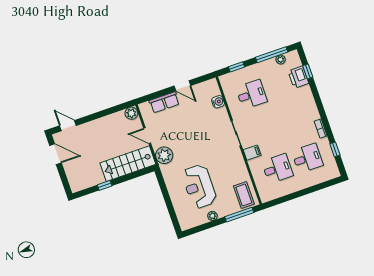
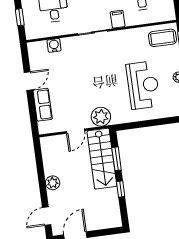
plant: (131, 113) -> (53, 183), moved
window: (130, 176) -> (117, 159), added
reception desk: (199, 186) -> (143, 85), turned -90

